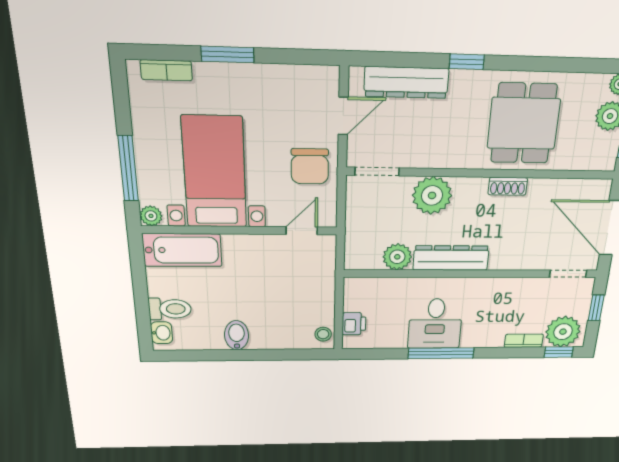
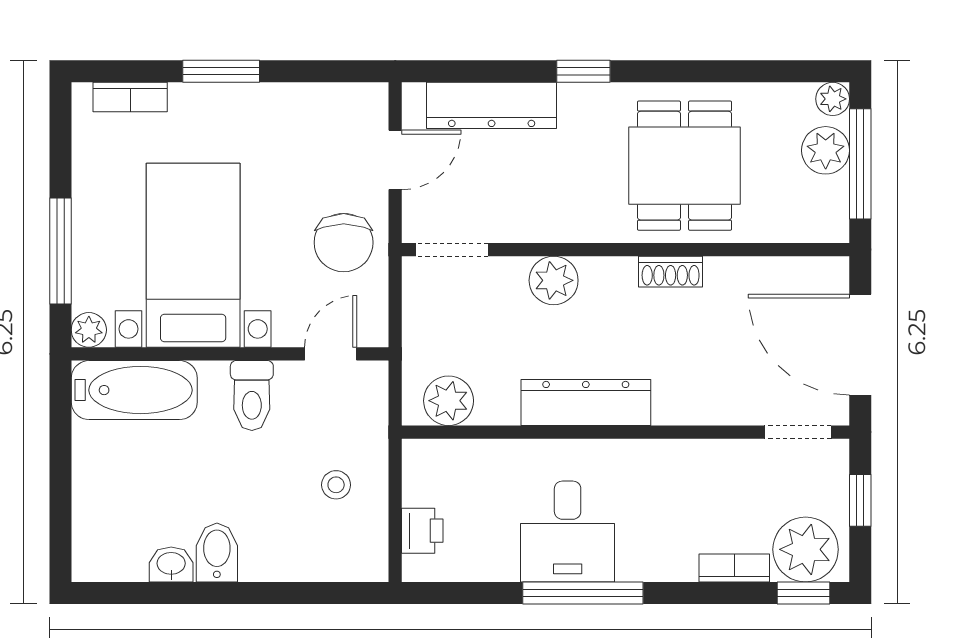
plant: (432, 195) -> (554, 280), width x0.73, depth x0.73
plant: (397, 257) -> (449, 401), moved
toilet: (170, 309) -> (252, 395), moved, turned 90
washbasin: (162, 333) -> (171, 564), moved, turned -90
stool: (323, 334) -> (336, 485), moved

